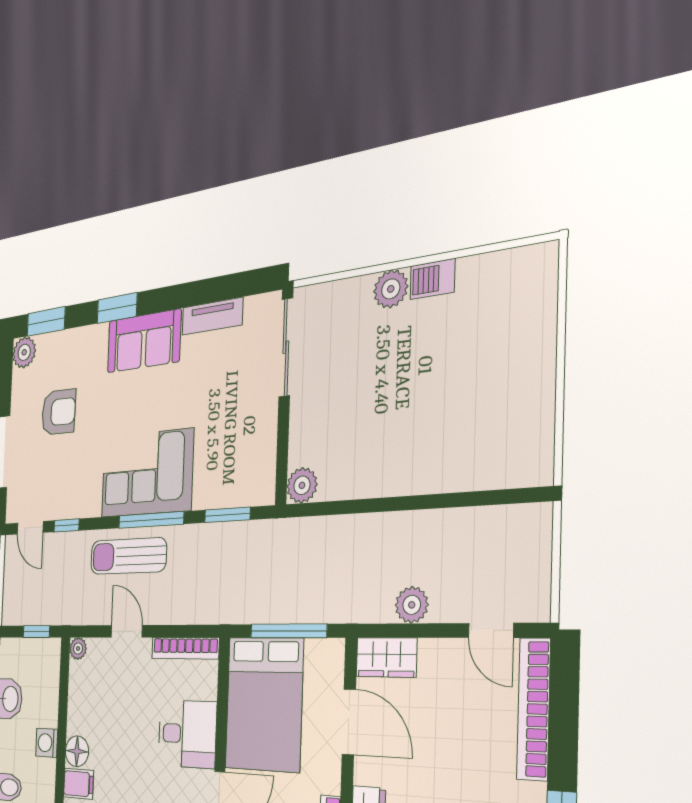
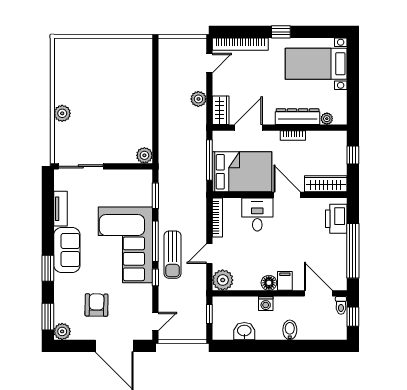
barbecue: (432, 279) -> (61, 94), removed
corner sofa: (147, 473) -> (125, 245), width x1.36, depth x1.36
window: (67, 525) -> (155, 277), moved
plant: (78, 649) -> (223, 280), width x1.88, depth x1.88

